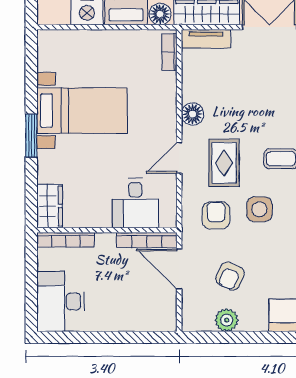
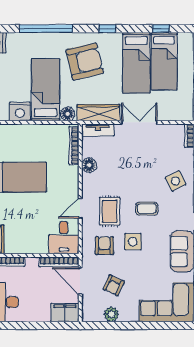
bookcase: (169, 52) -> (74, 146), width x1.56
floor lamp: (193, 114) -> (89, 165), moved
desk: (135, 203) -> (64, 238), moved
filing cabinet: (156, 317) -> (65, 313), added

